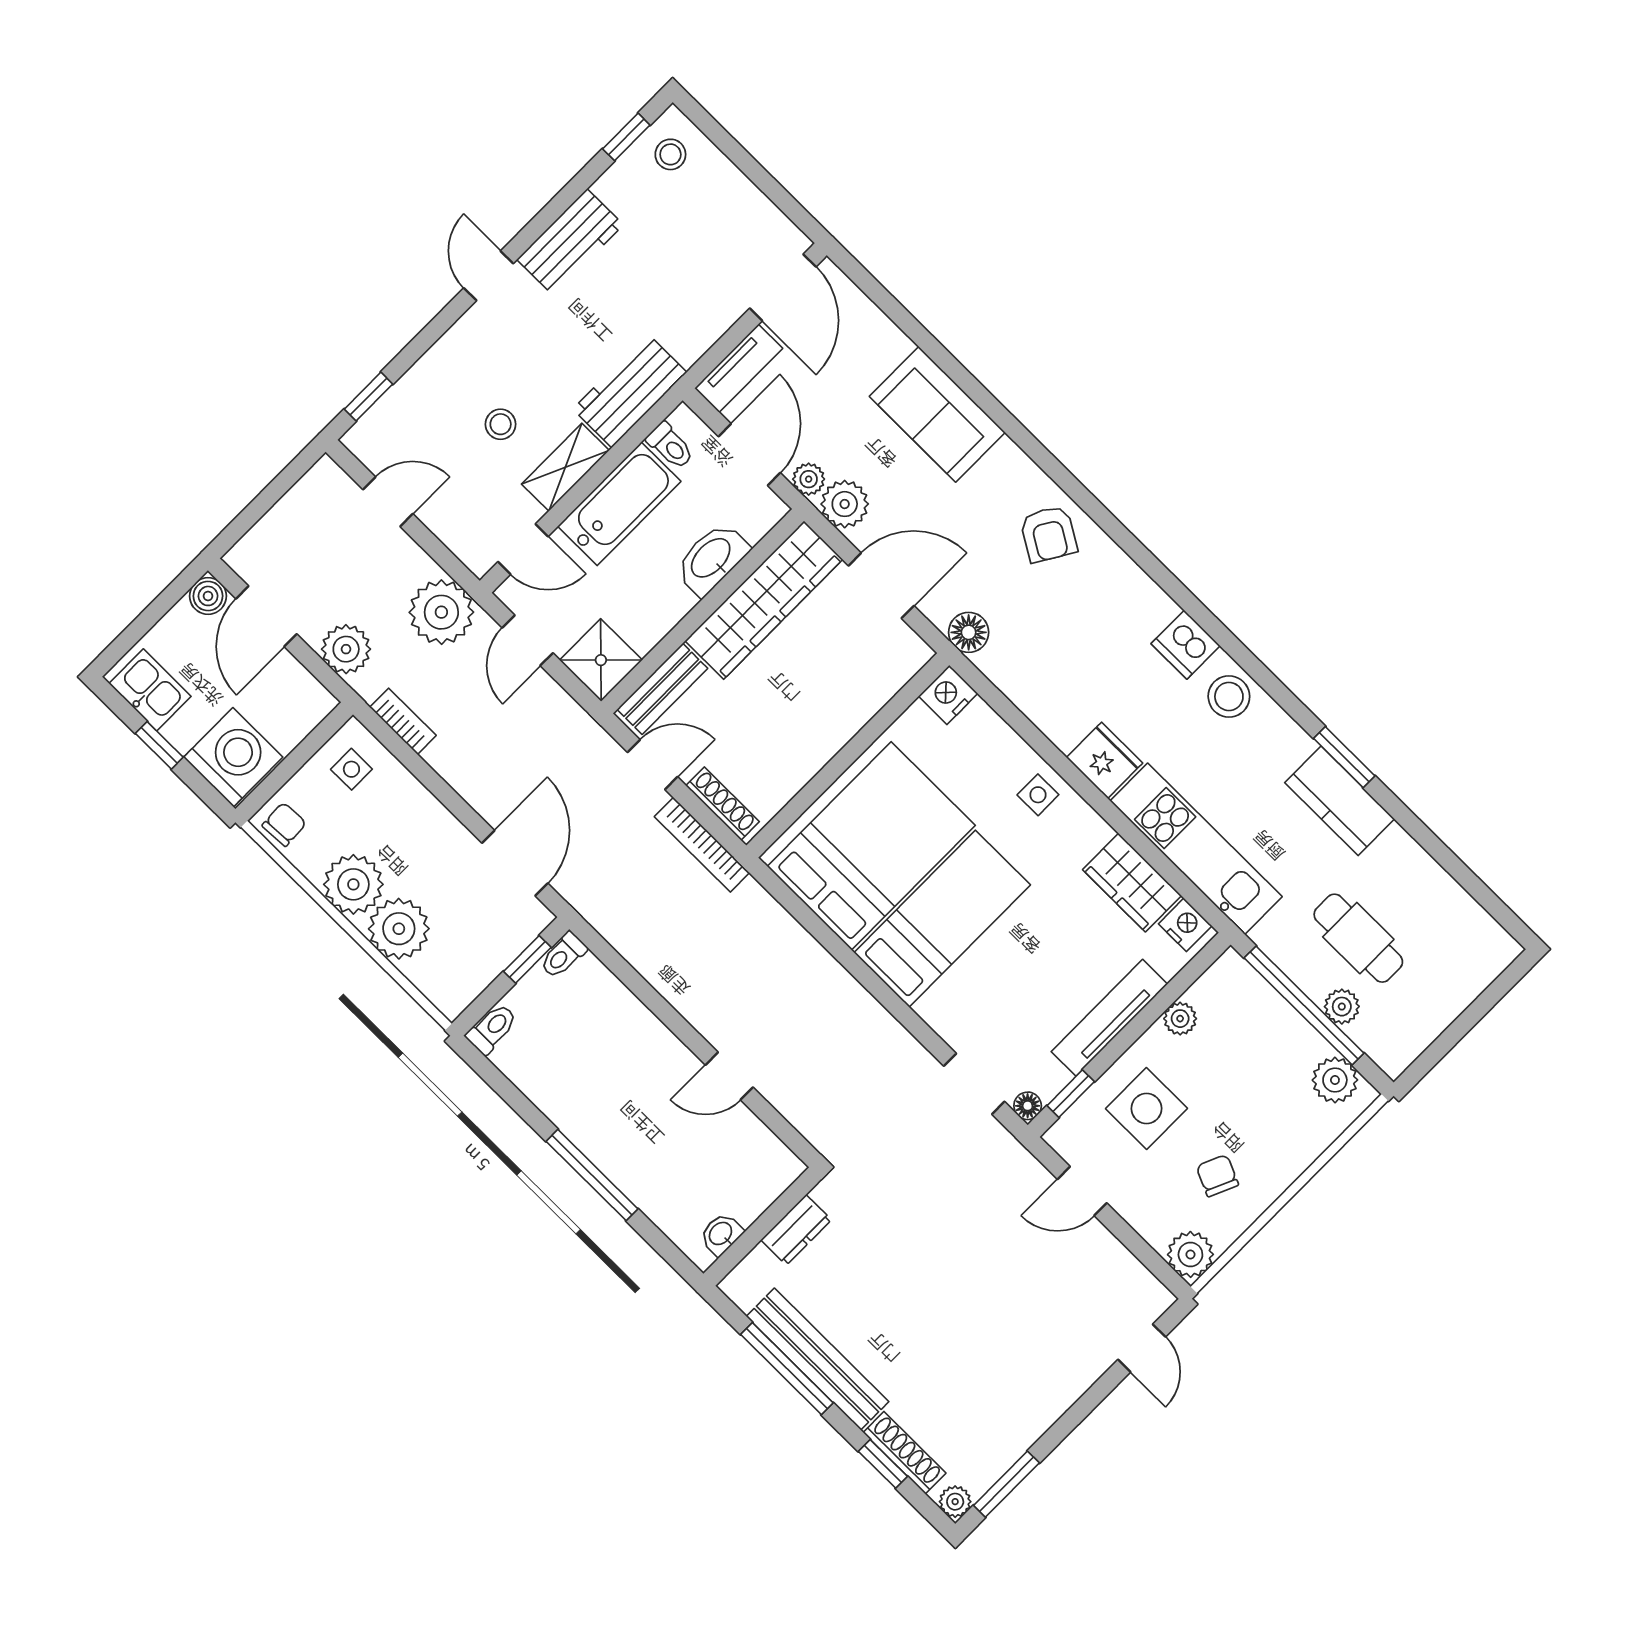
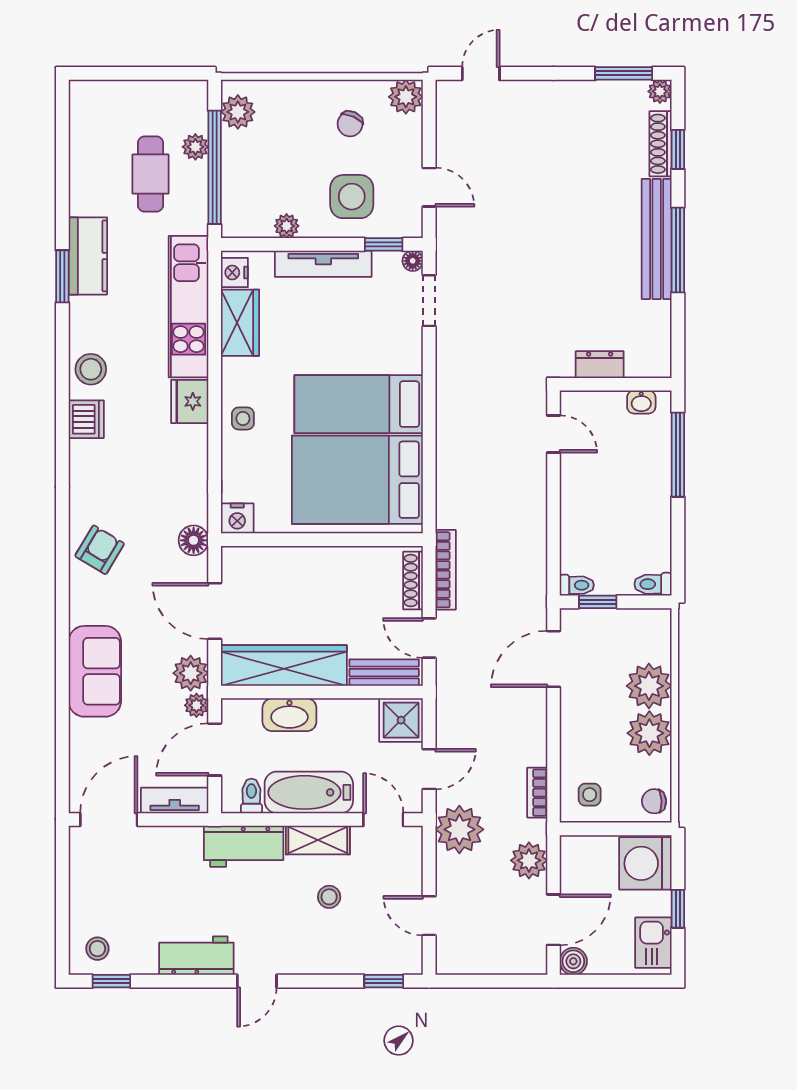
wall: (762, 1226) -> (616, 384), moved
dresser: (796, 1230) -> (600, 365), moved
washbasin: (721, 1234) -> (641, 402), moved

